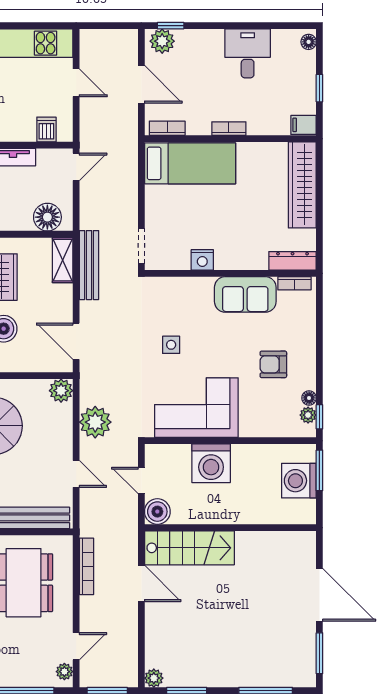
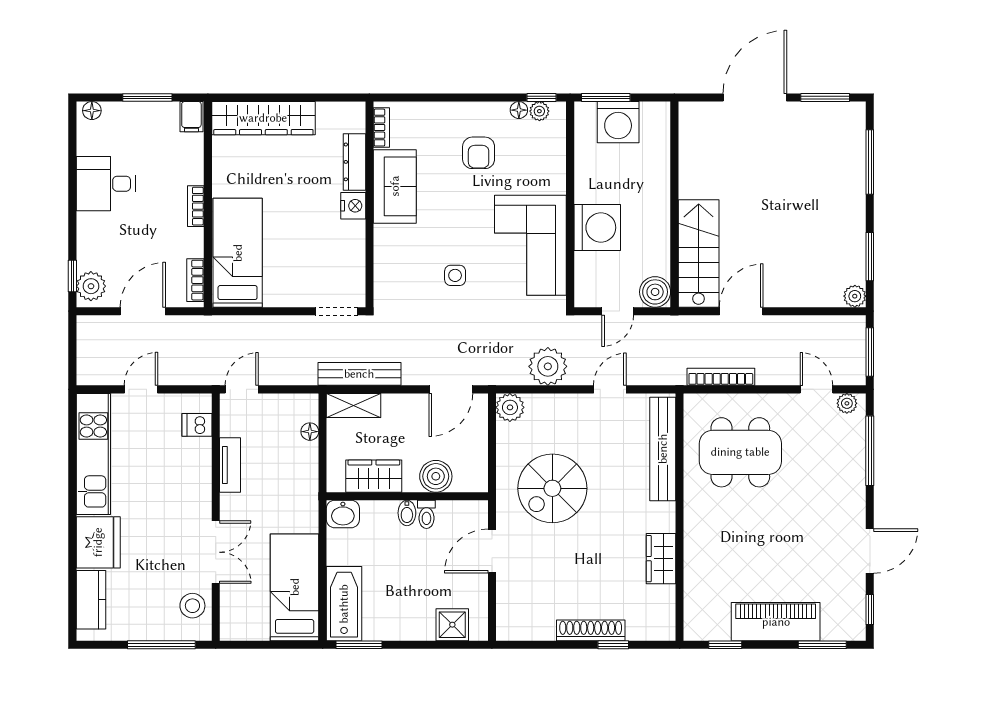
window: (319, 88) -> (147, 98), width x1.50
door: (76, 167) -> (242, 389), hinge flipped
floor lamp: (47, 217) -> (310, 432), width x0.53, depth x0.53
nightstand: (202, 260) -> (353, 206), moved
dresser: (293, 261) -> (354, 162), moved

